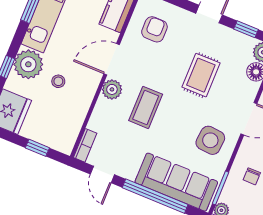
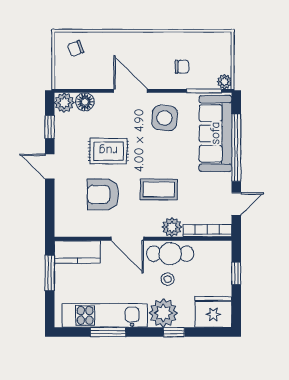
armchair: (154, 29) -> (103, 194), moved, width x1.38, depth x1.38
plant: (112, 89) -> (172, 227), moved
cafe table: (81, 94) -> (170, 254), added
bookcase: (85, 145) -> (207, 231), width x1.56

